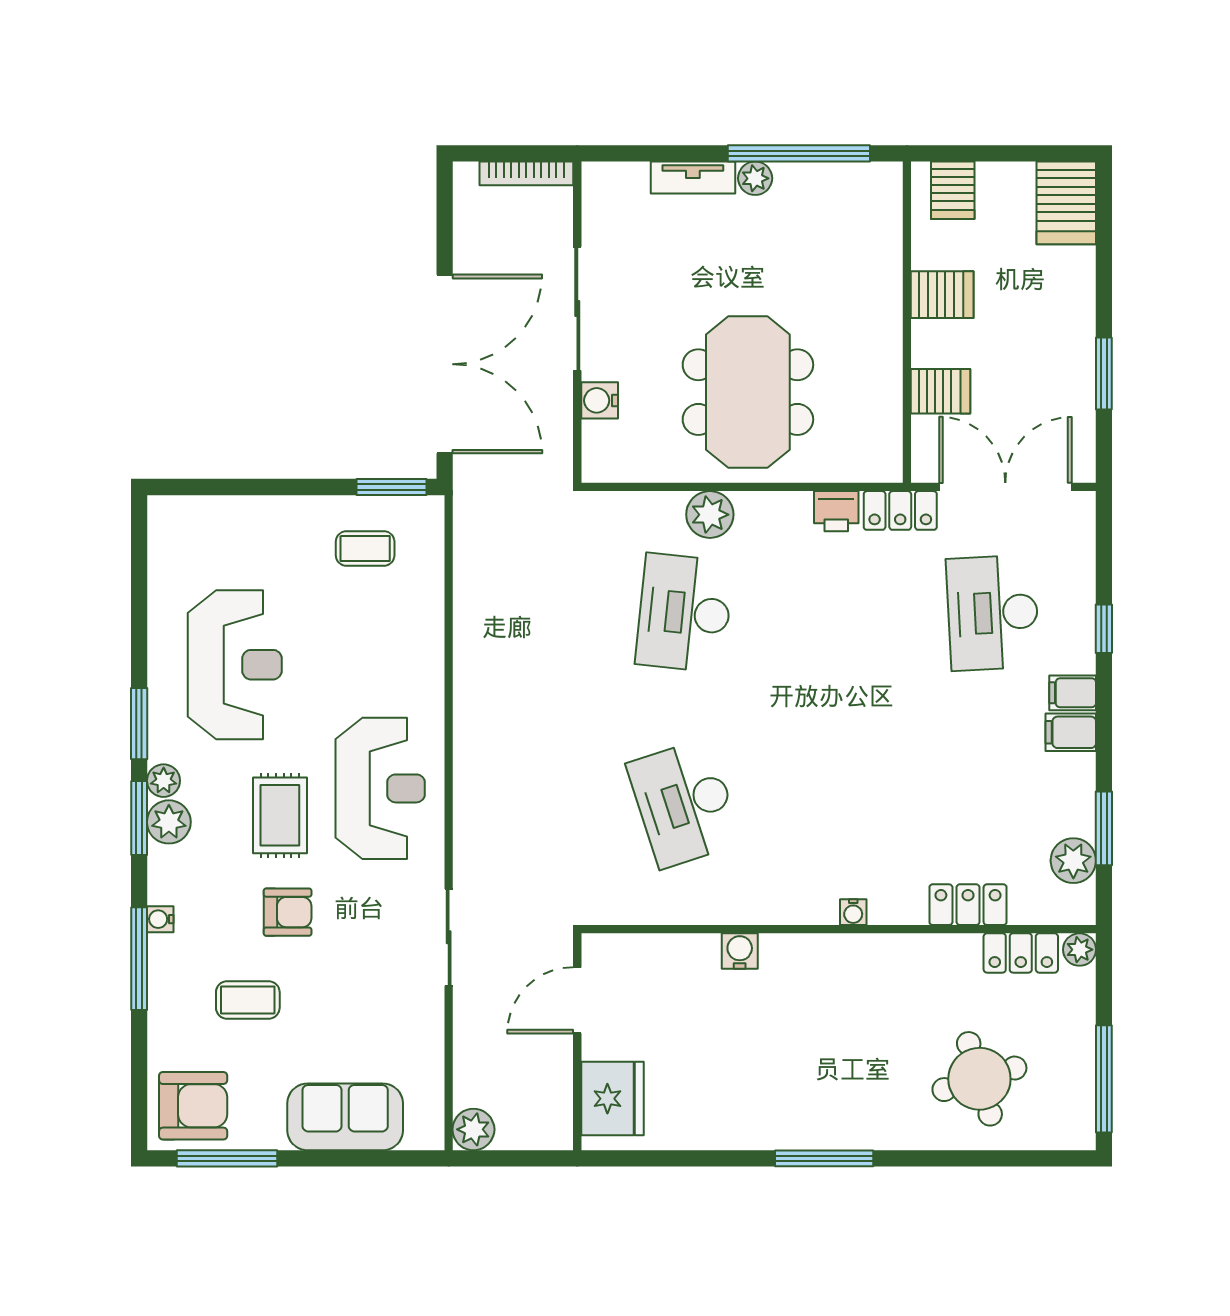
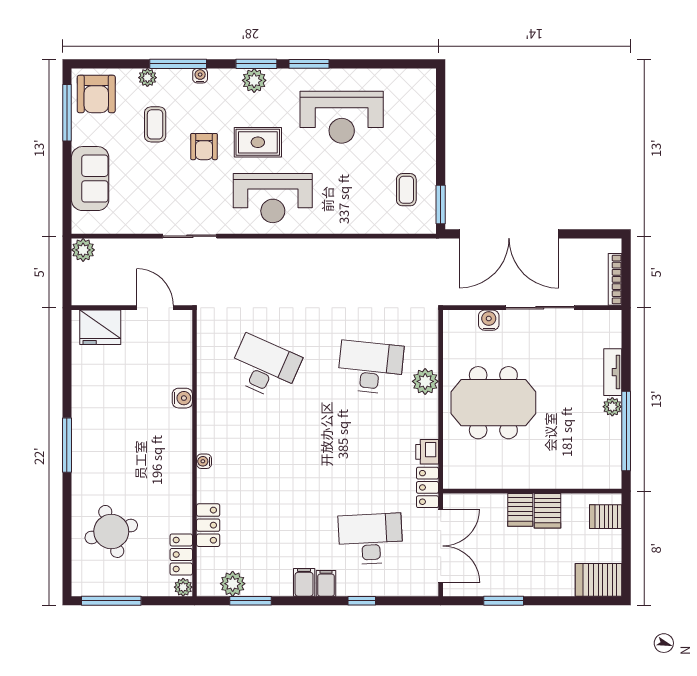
server rack: (940, 391) -> (520, 510), moved
plant: (164, 781) -> (147, 78), moved
desk: (684, 803) -> (265, 367), turned 42

